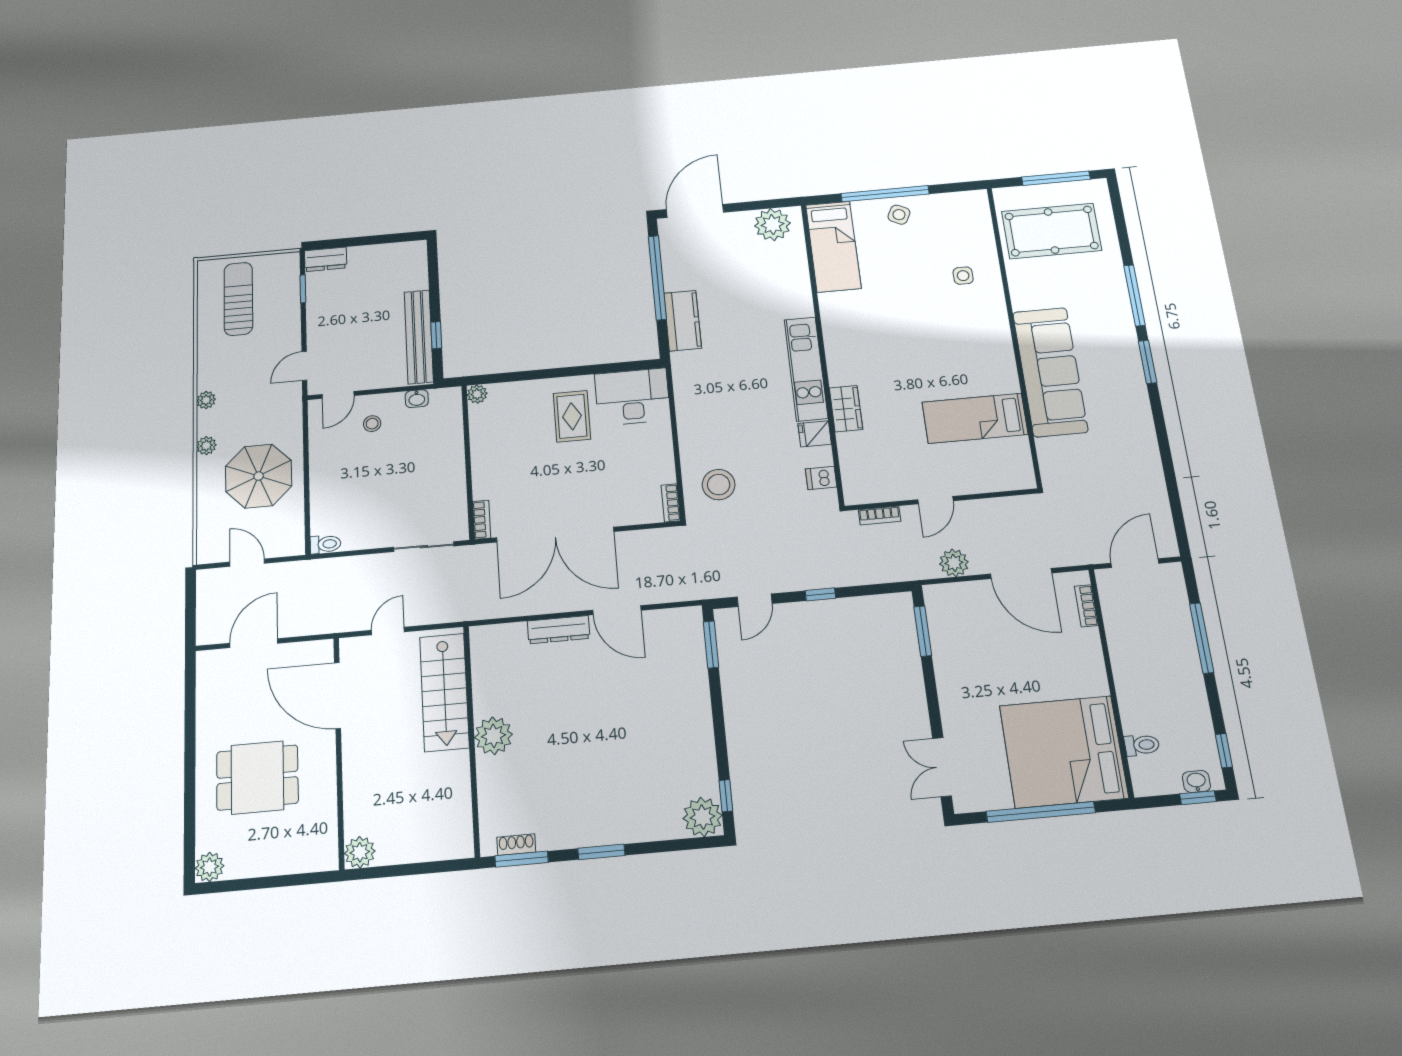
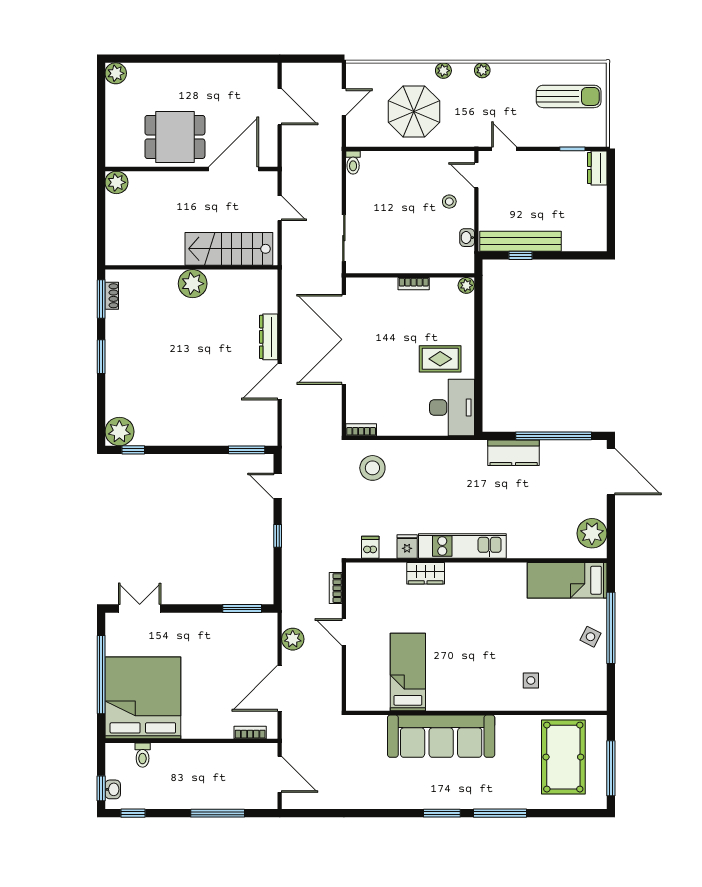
bookcase: (482, 520) -> (414, 284), moved
dining table: (257, 777) -> (175, 137), moved, turned 90

